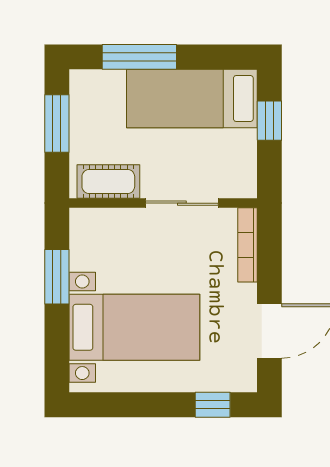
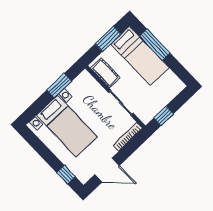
bed: (192, 98) -> (140, 56), moved, turned 180
window: (269, 121) -> (164, 116), moved

